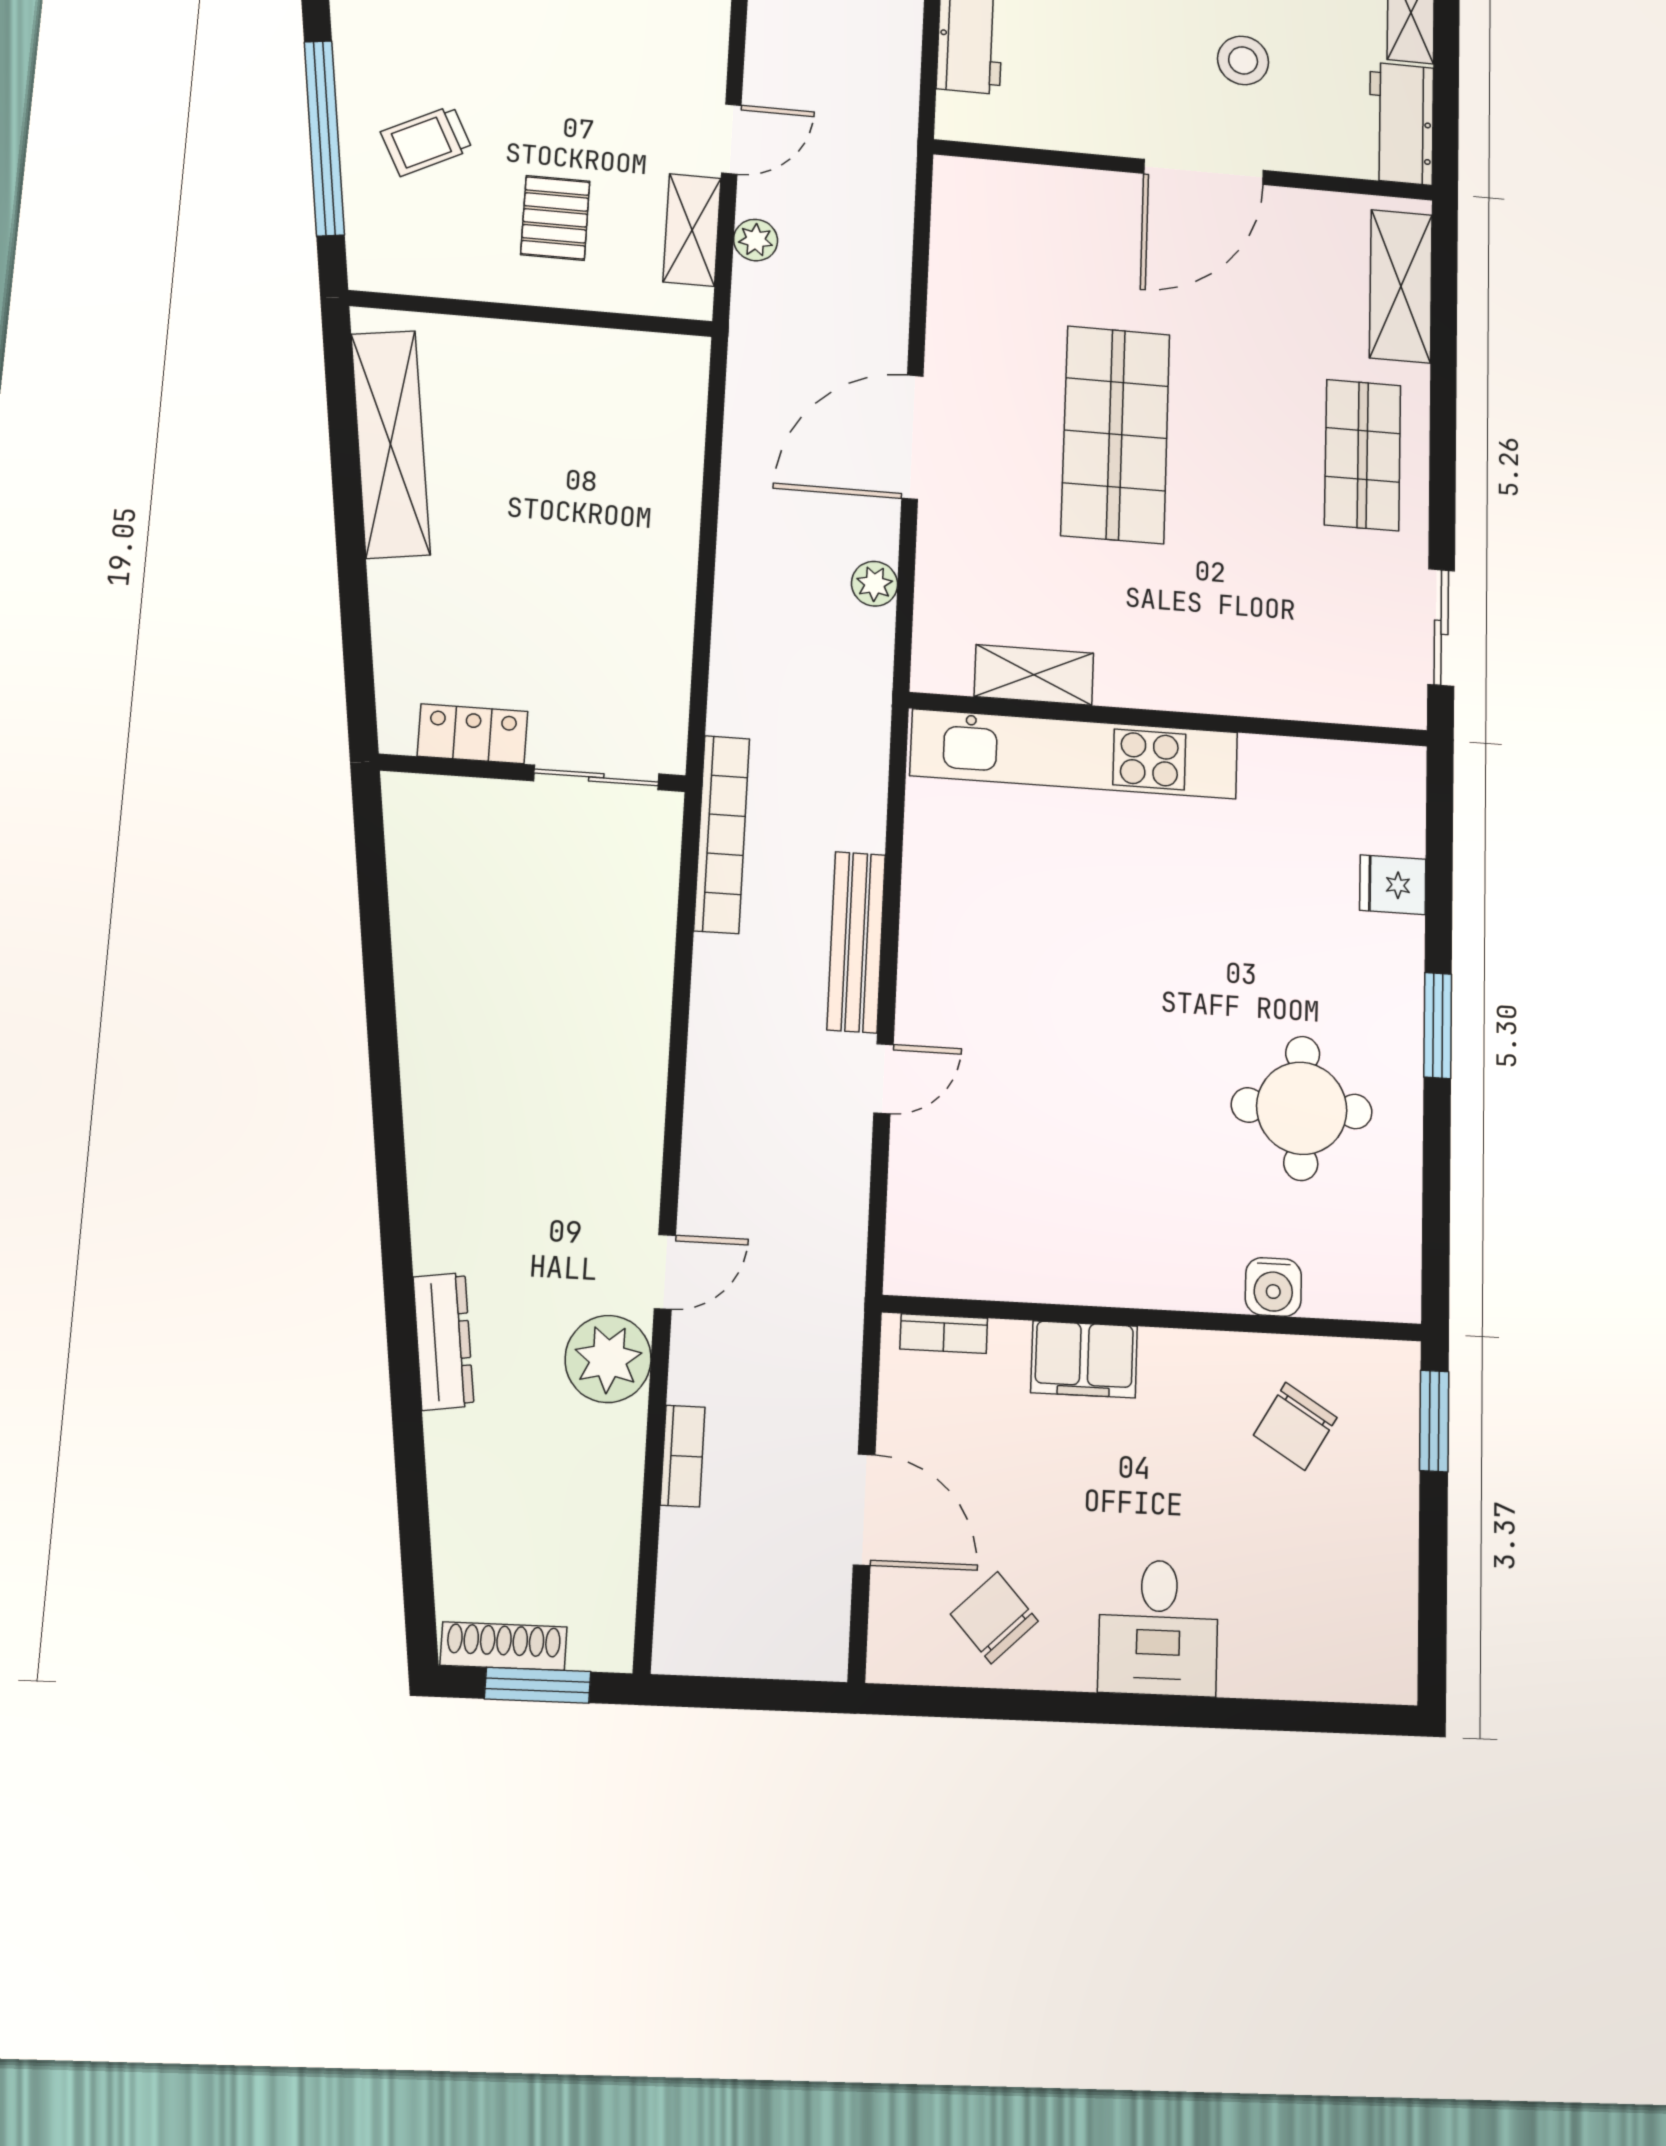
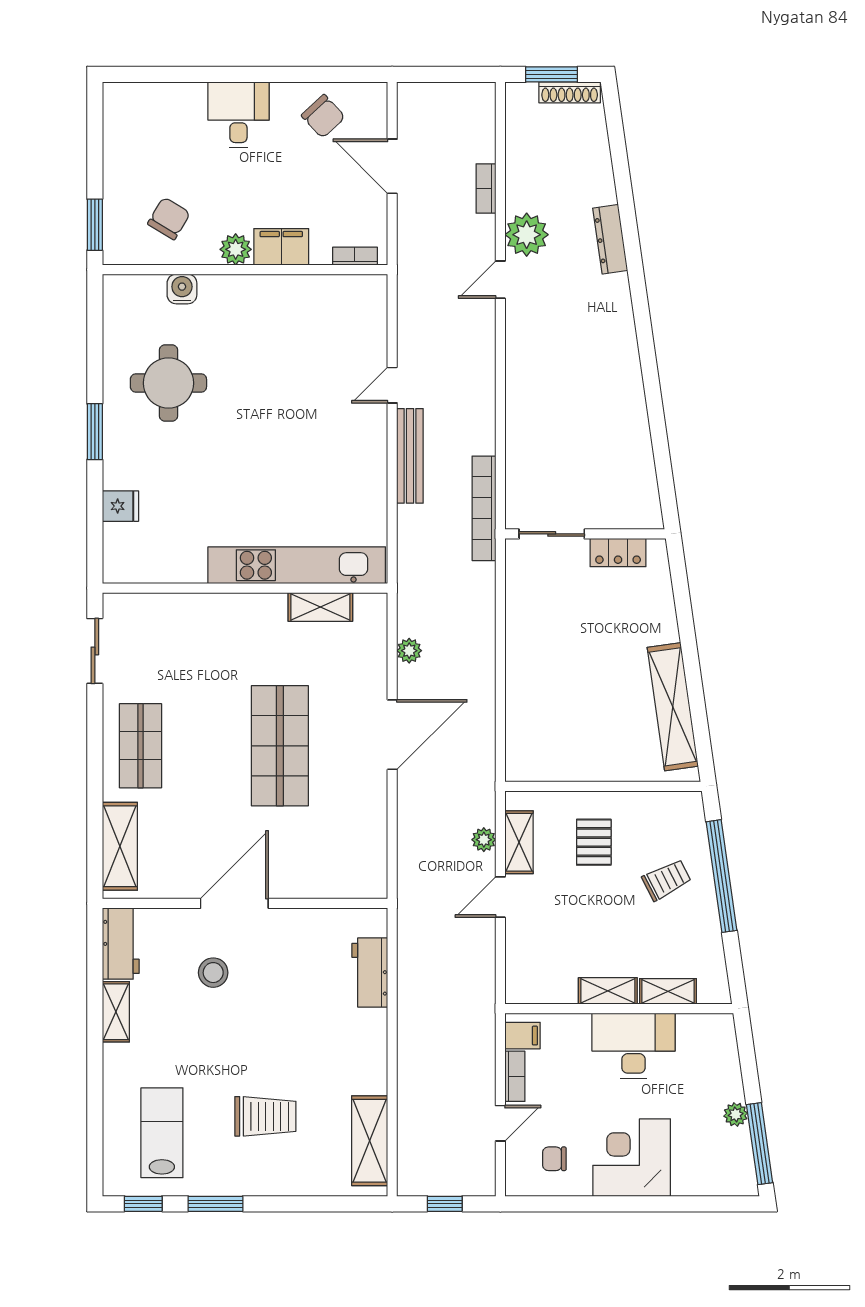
plant: (1171, 1359) -> (236, 249), added

